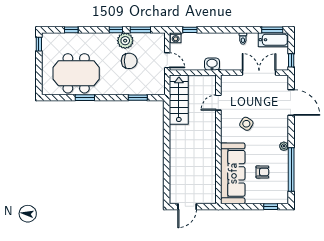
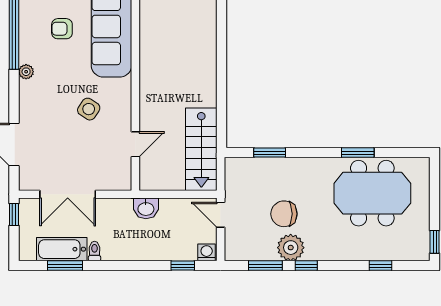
window: (272, 30) -> (65, 266), moved
bathtub: (273, 40) -> (62, 249), moved

